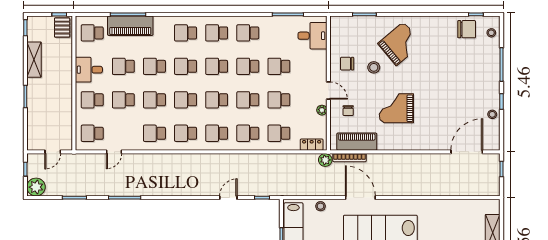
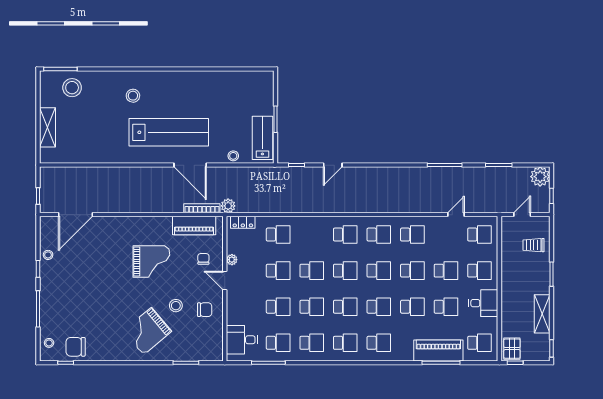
trolley: (42, 123) -> (533, 245), added
school desk: (248, 133) -> (278, 343), moved

